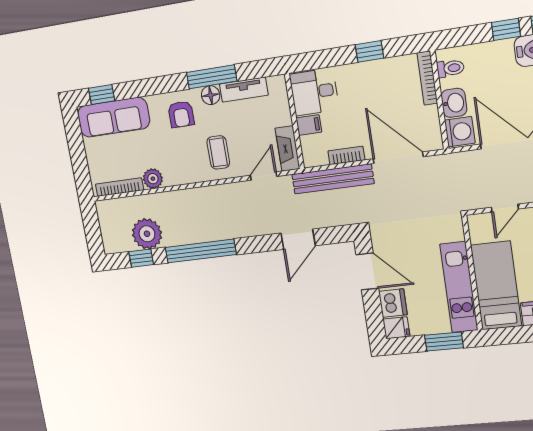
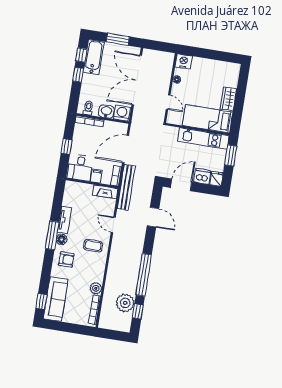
desk: (314, 92) -> (80, 168), moved
wall: (294, 121) -> (92, 183), moved
filing cabinet: (309, 125) -> (96, 176), moved
fireplace: (288, 149) -> (105, 192), moved

